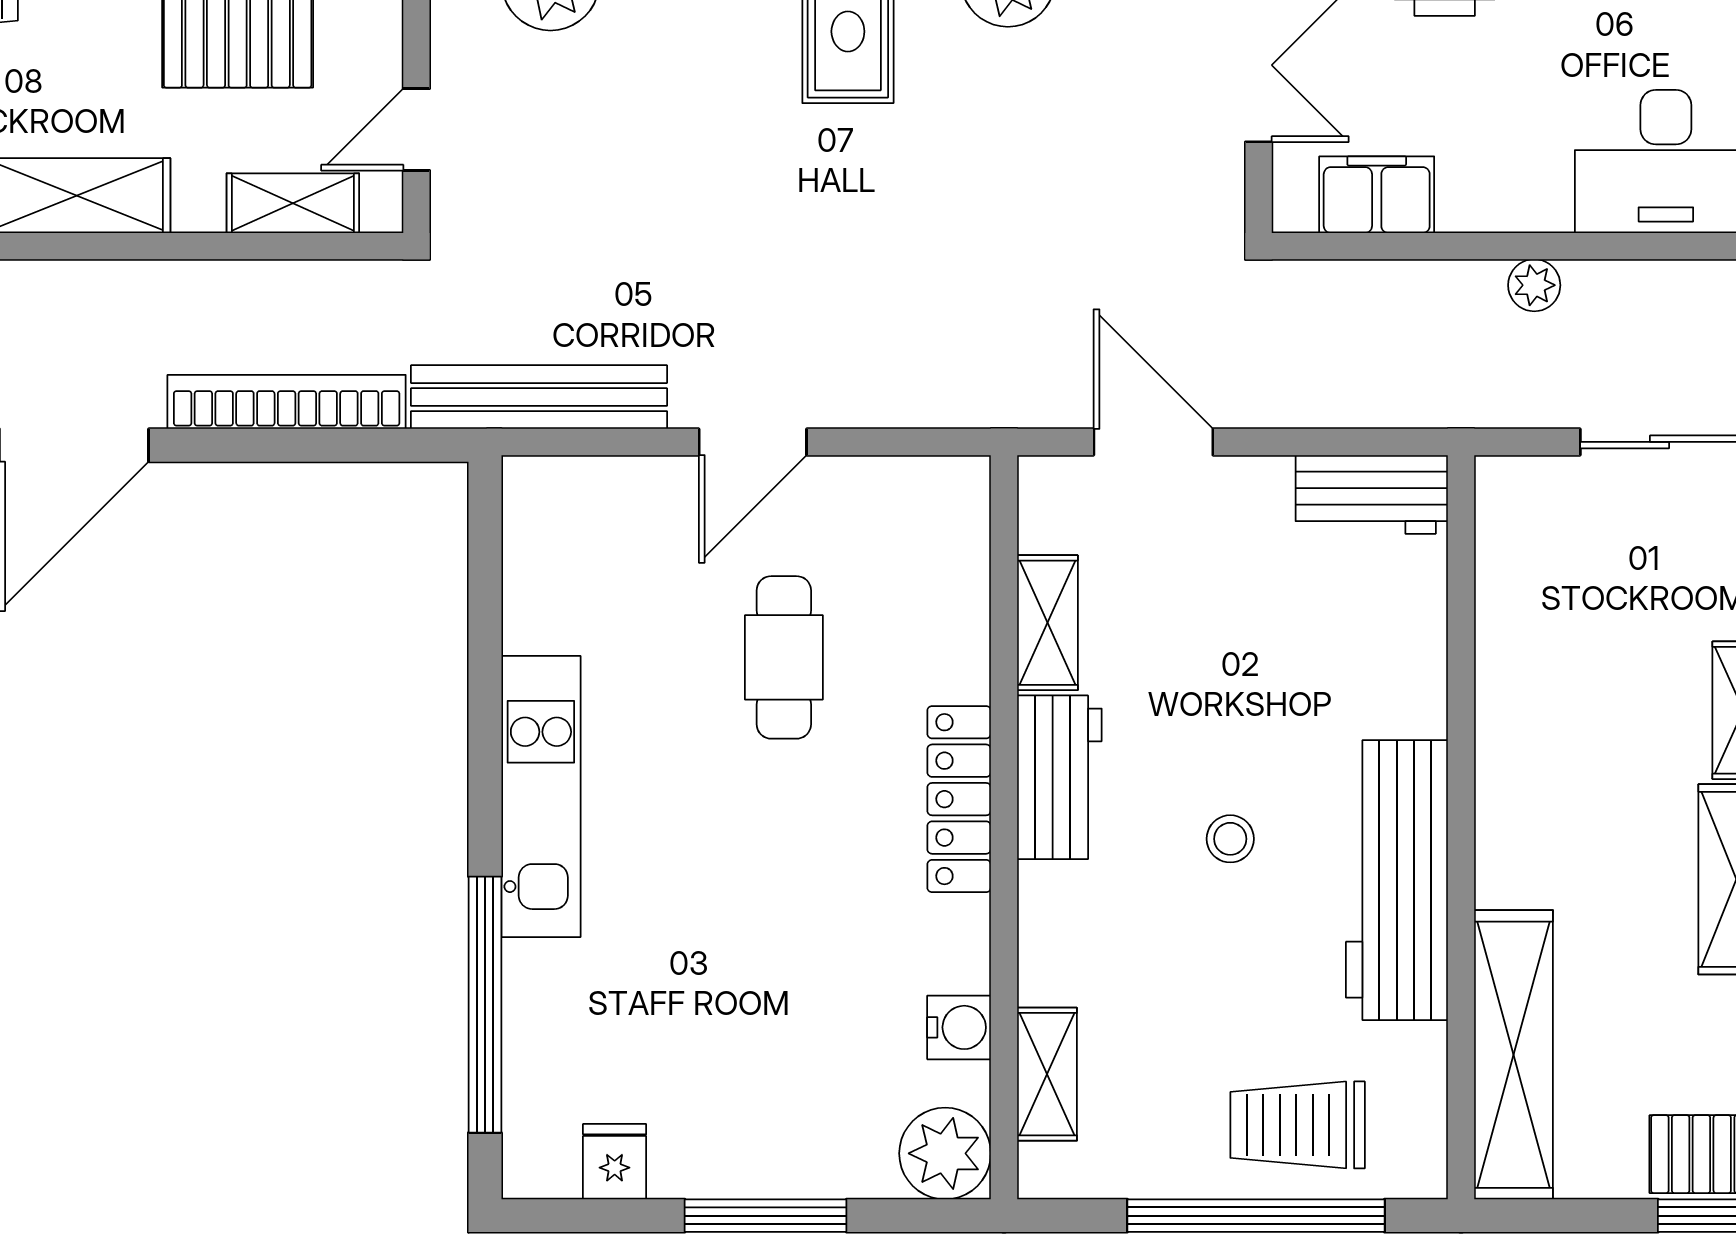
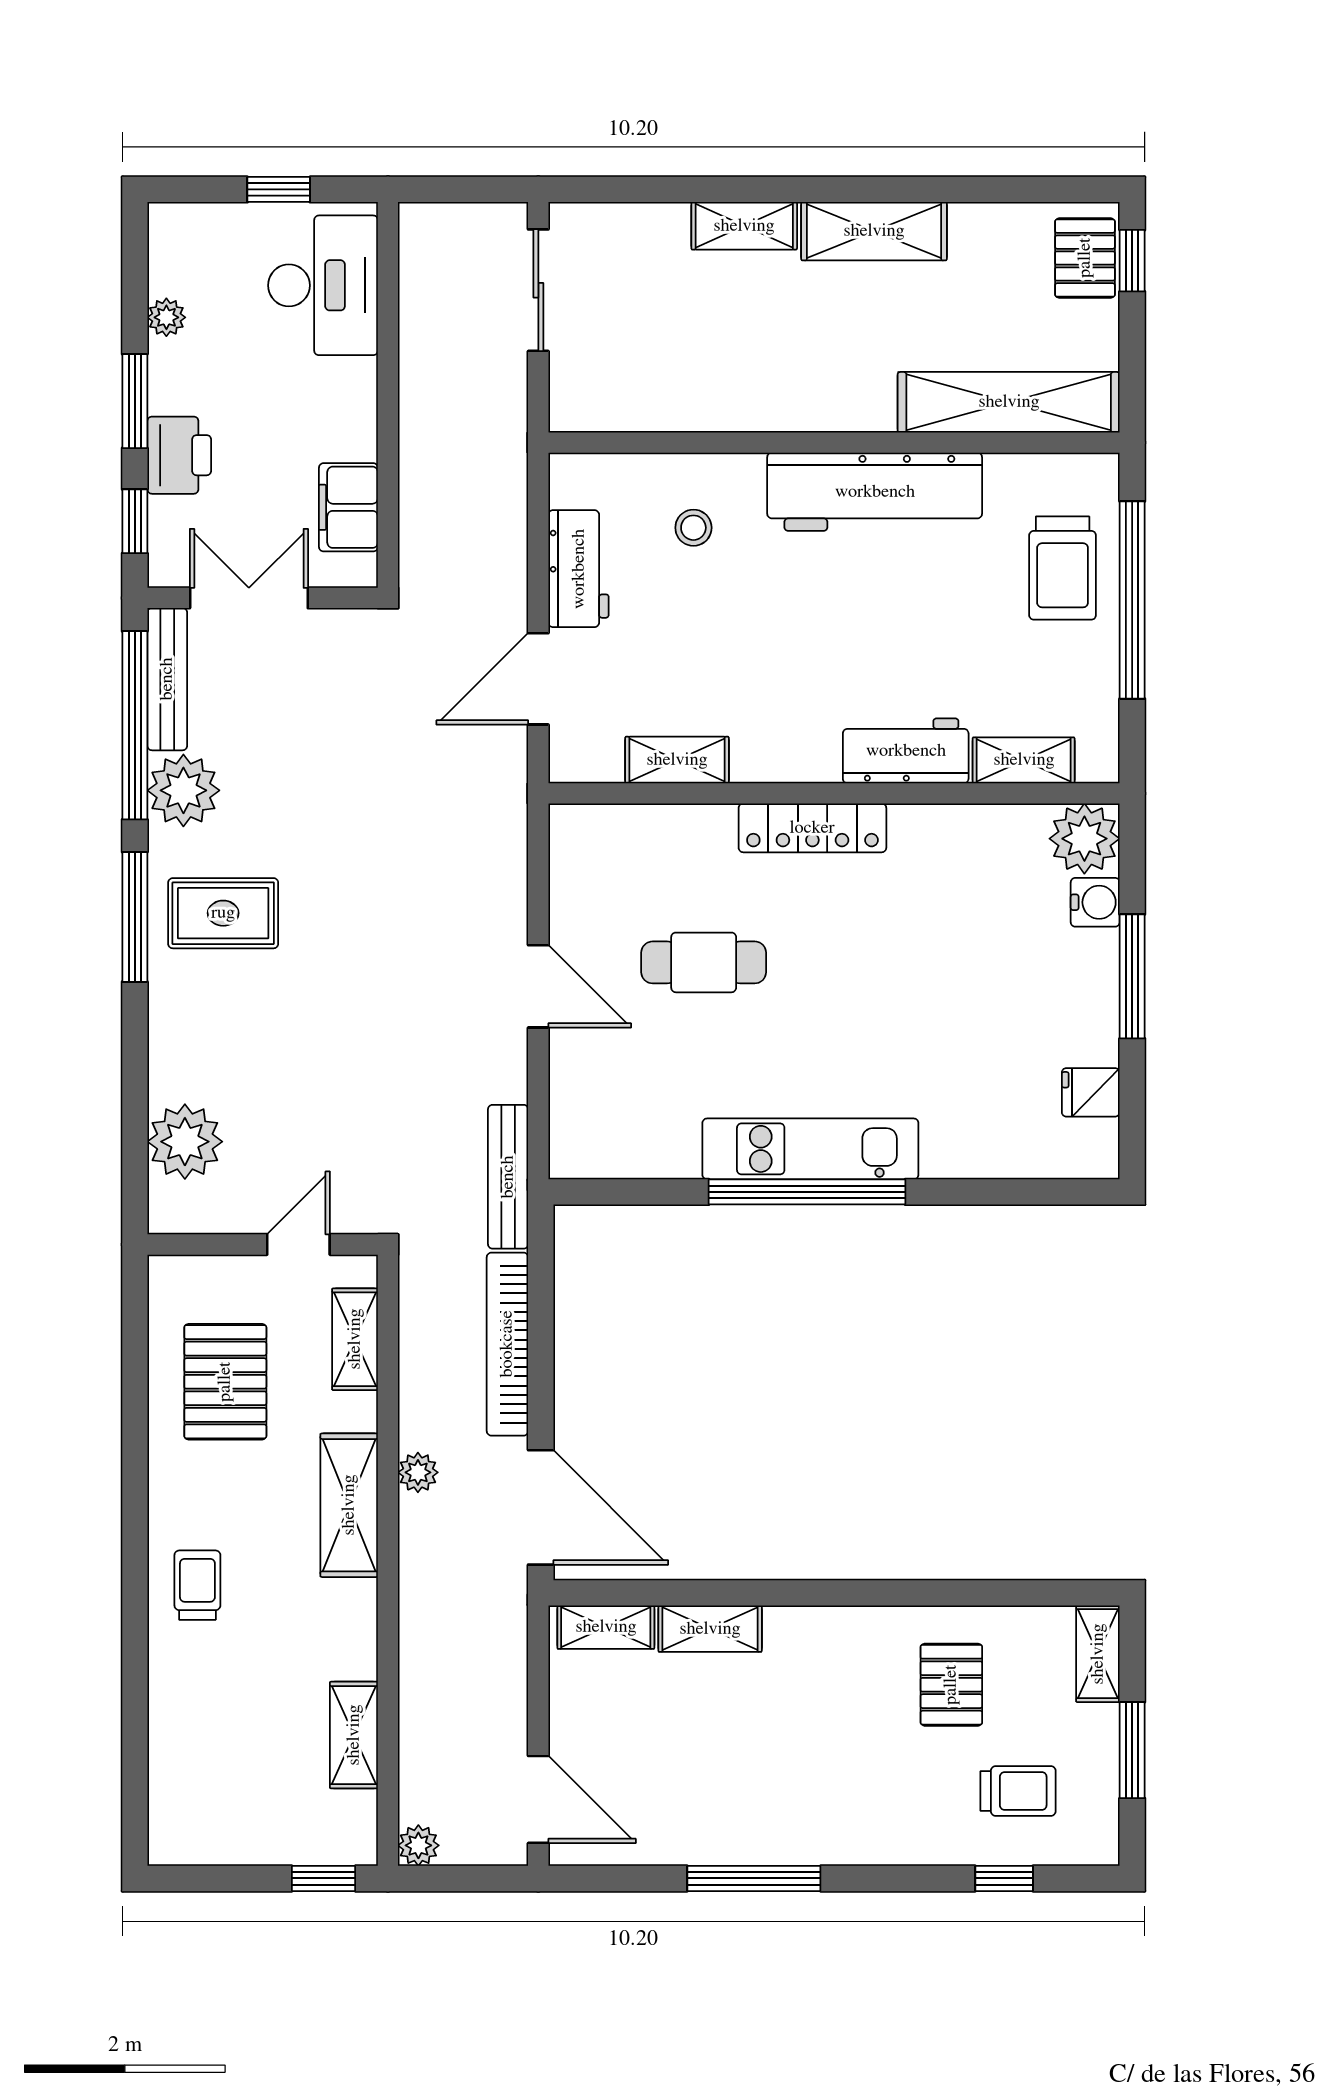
door: (416, 129) -> (298, 1244), swing flipped
plant: (1534, 285) -> (418, 1472), moved
bench: (539, 397) -> (508, 1177), width x0.73, depth x0.82
workbench: (1372, 494) -> (579, 569), moved
workbench: (1059, 777) -> (906, 751), moved
stool: (1230, 839) -> (693, 528), moved
window: (485, 1005) -> (807, 1192), moved
water cooler: (959, 1027) -> (1095, 902), moved, turned 90

